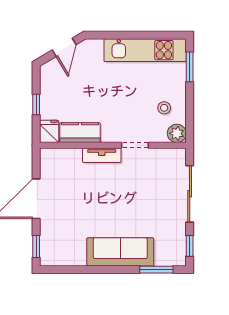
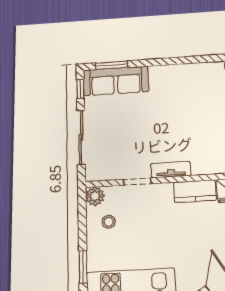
sofa: (120, 252) -> (116, 81), moved

